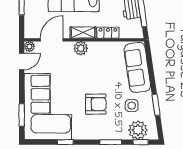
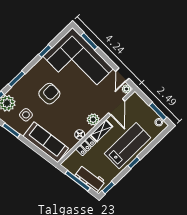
floor lamp: (104, 47) -> (80, 135), added
armchair: (96, 104) -> (49, 94), turned 180

